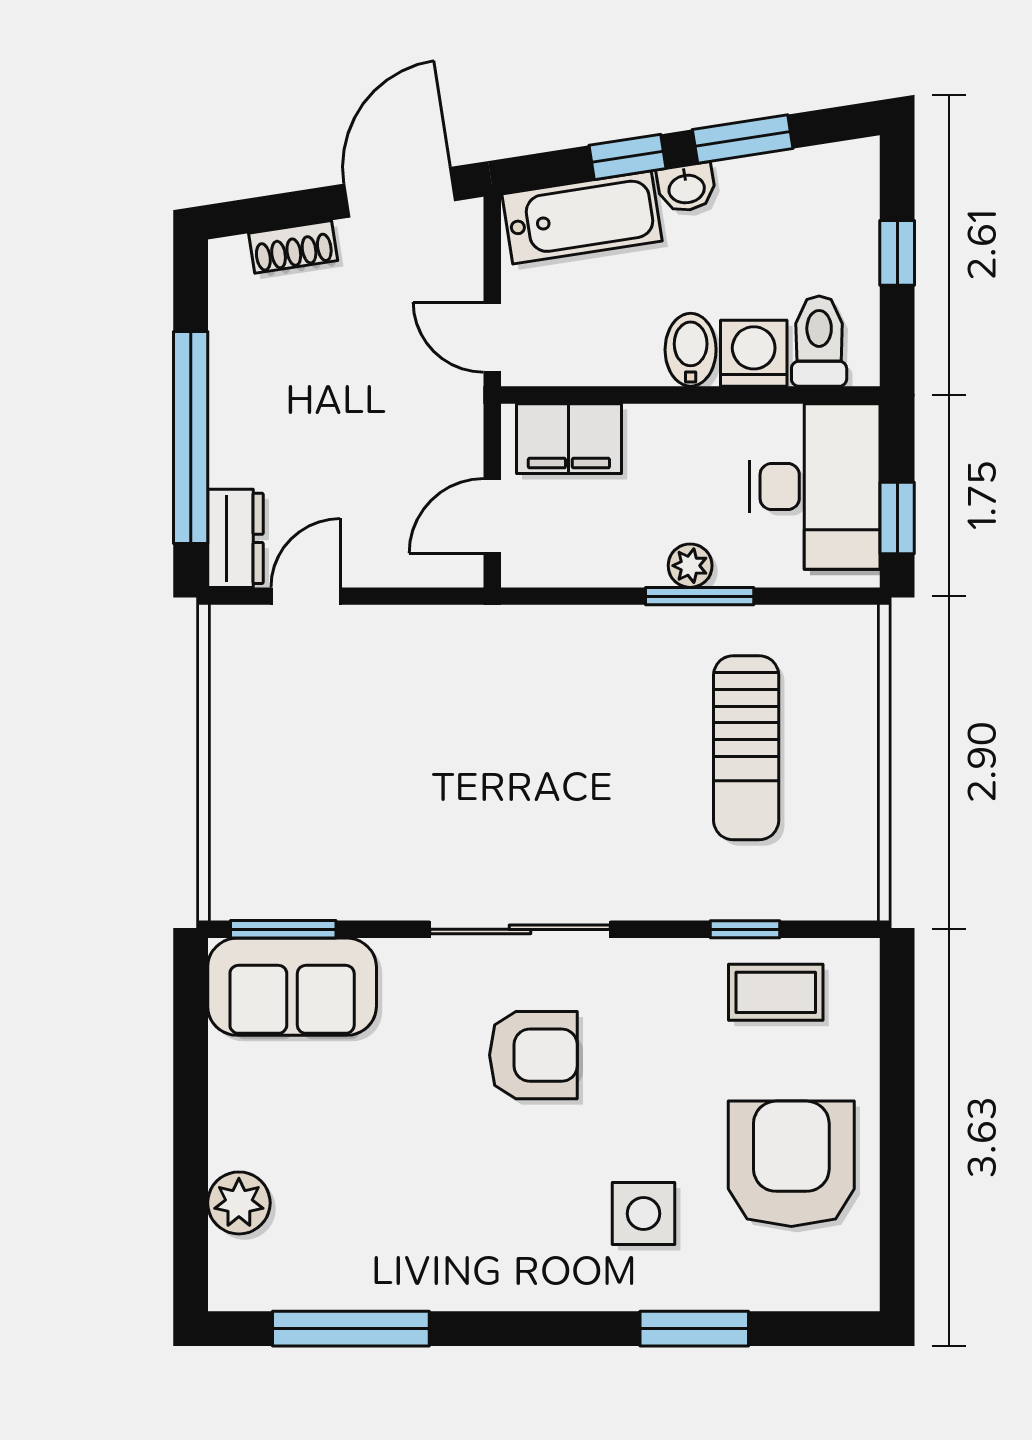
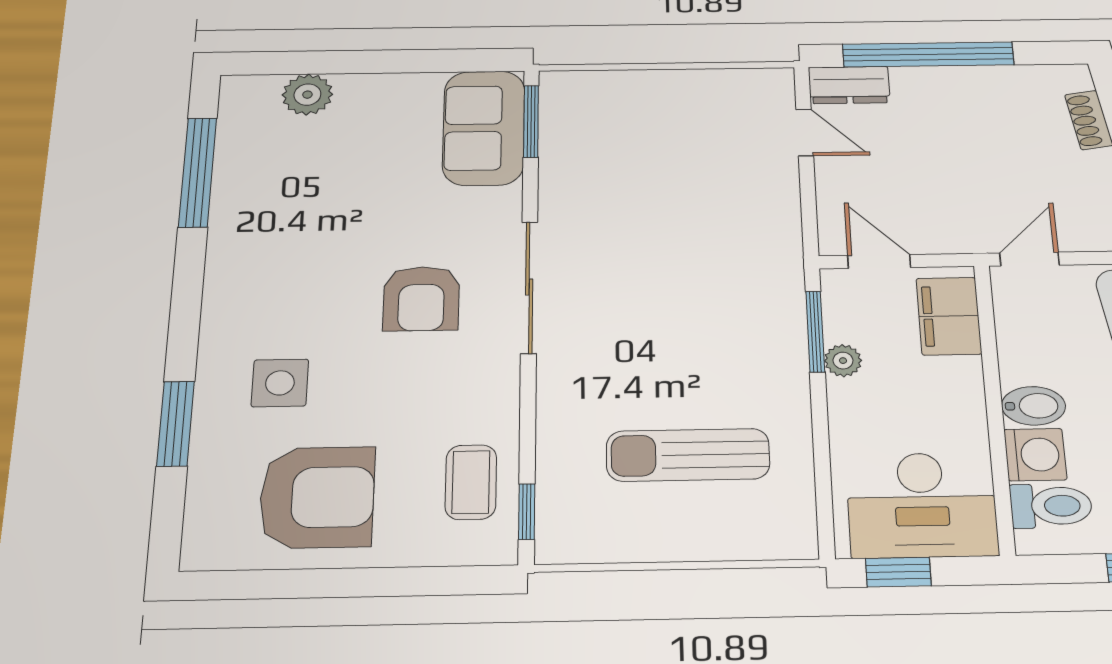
plant: (690, 566) -> (843, 361), moved
window: (700, 596) -> (815, 332), moved
window: (745, 929) -> (527, 512), moved

